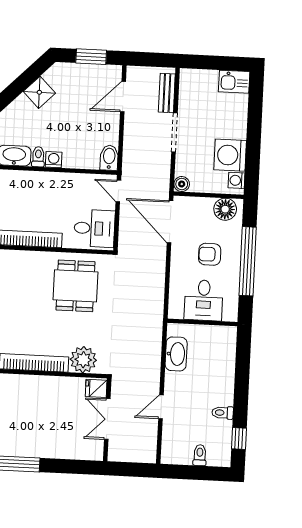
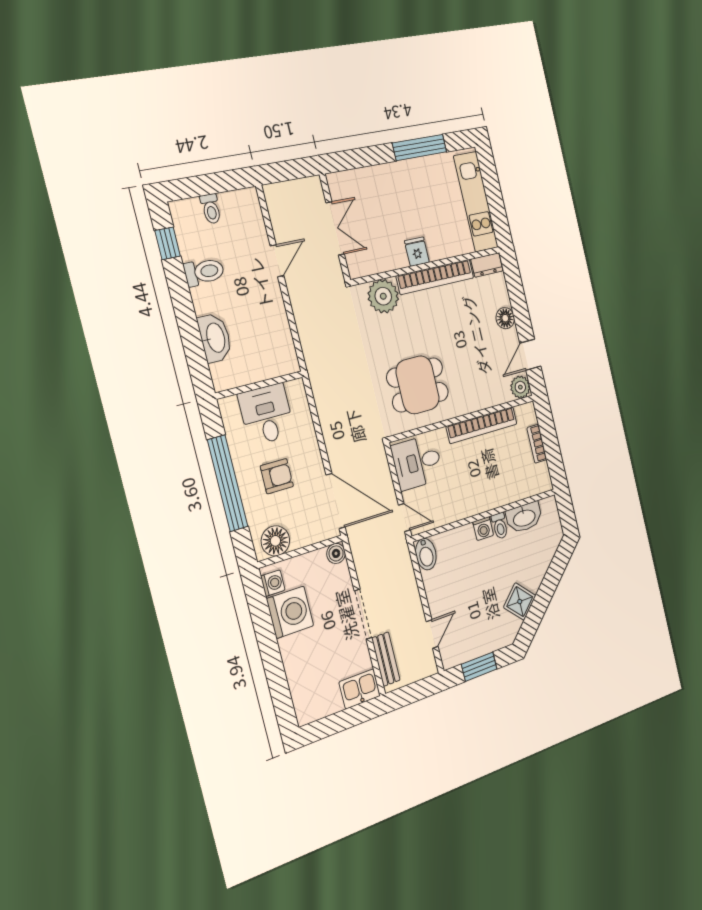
kitchen sink: (234, 82) -> (360, 689), moved
door: (123, 97) -> (432, 634), width x0.73
dining table: (75, 286) -> (418, 385), turned 90
washbasin: (176, 354) -> (215, 338), moved, turned 180
fridge: (96, 388) -> (417, 252), moved, turned -90
toilet: (223, 413) -> (204, 272), width x1.37, depth x1.39

